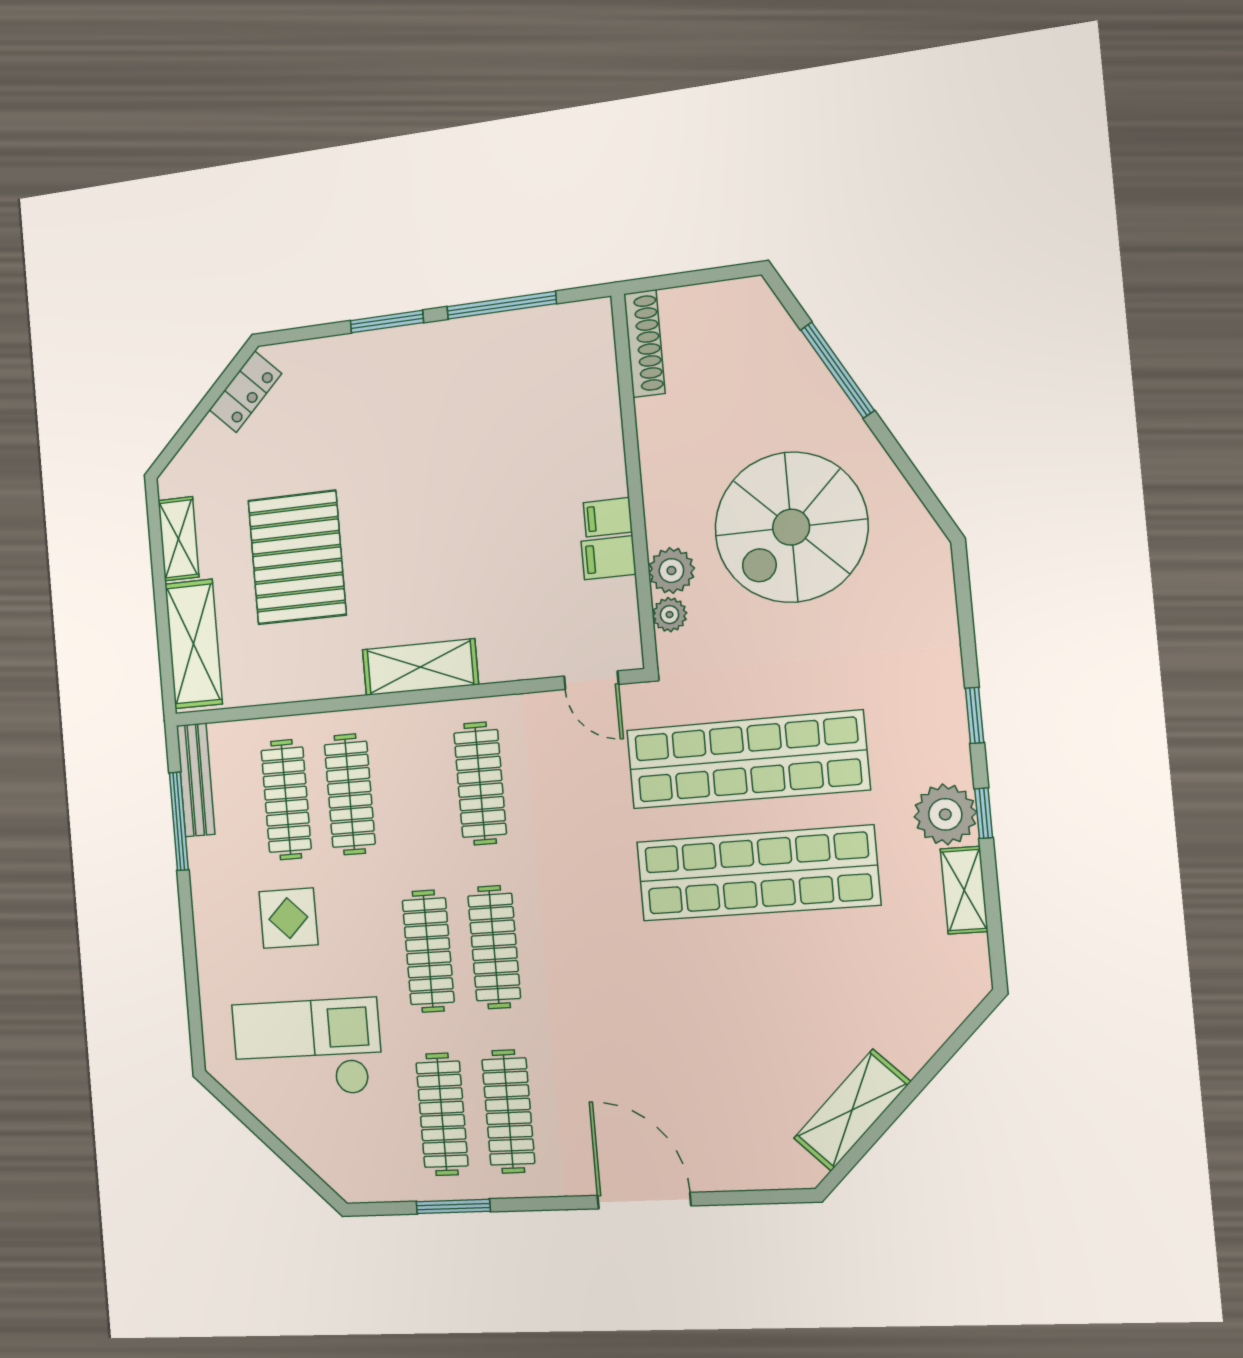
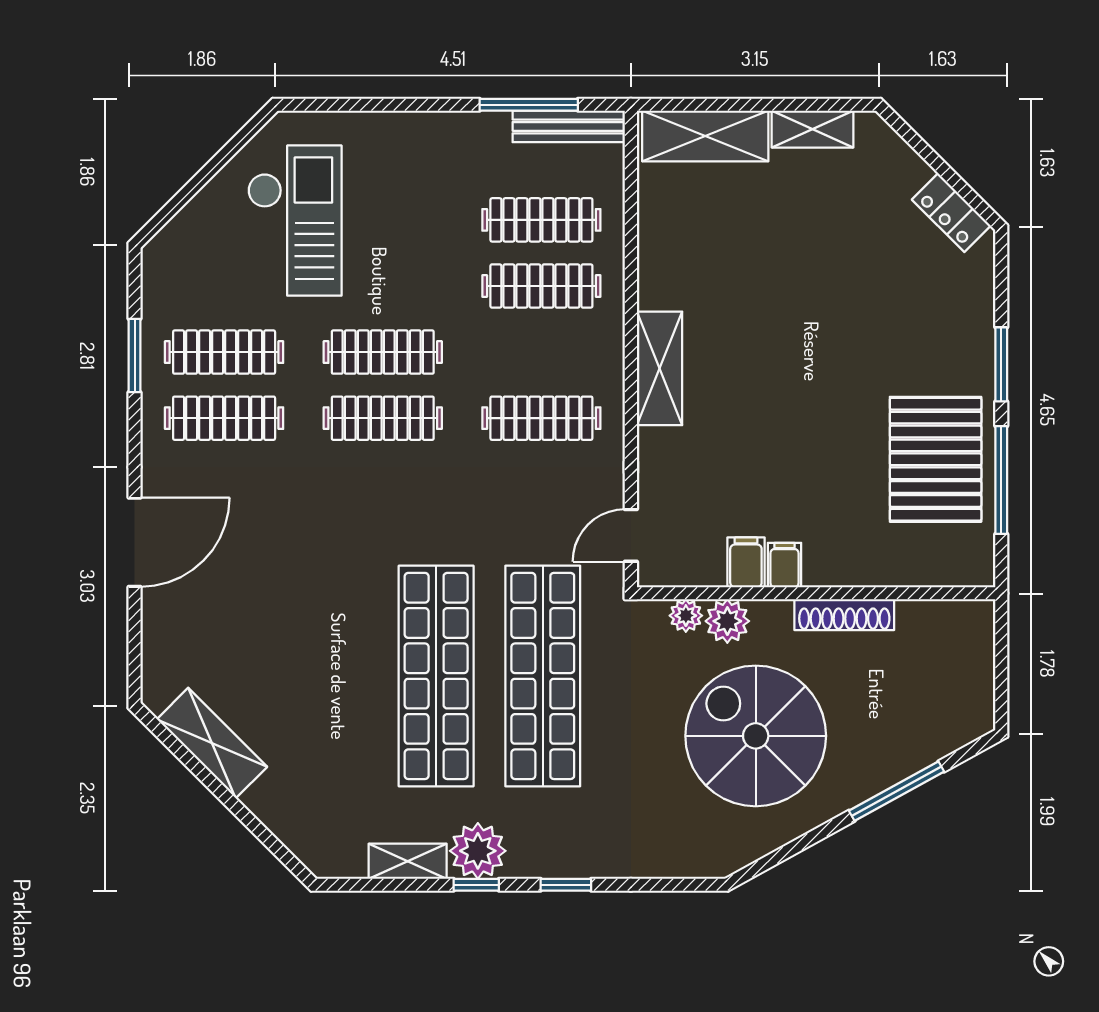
shoe rack: (644, 344) -> (844, 615), moved
pallet: (297, 557) -> (936, 459), moved, turned 90
display table: (288, 918) -> (424, 212), removed

